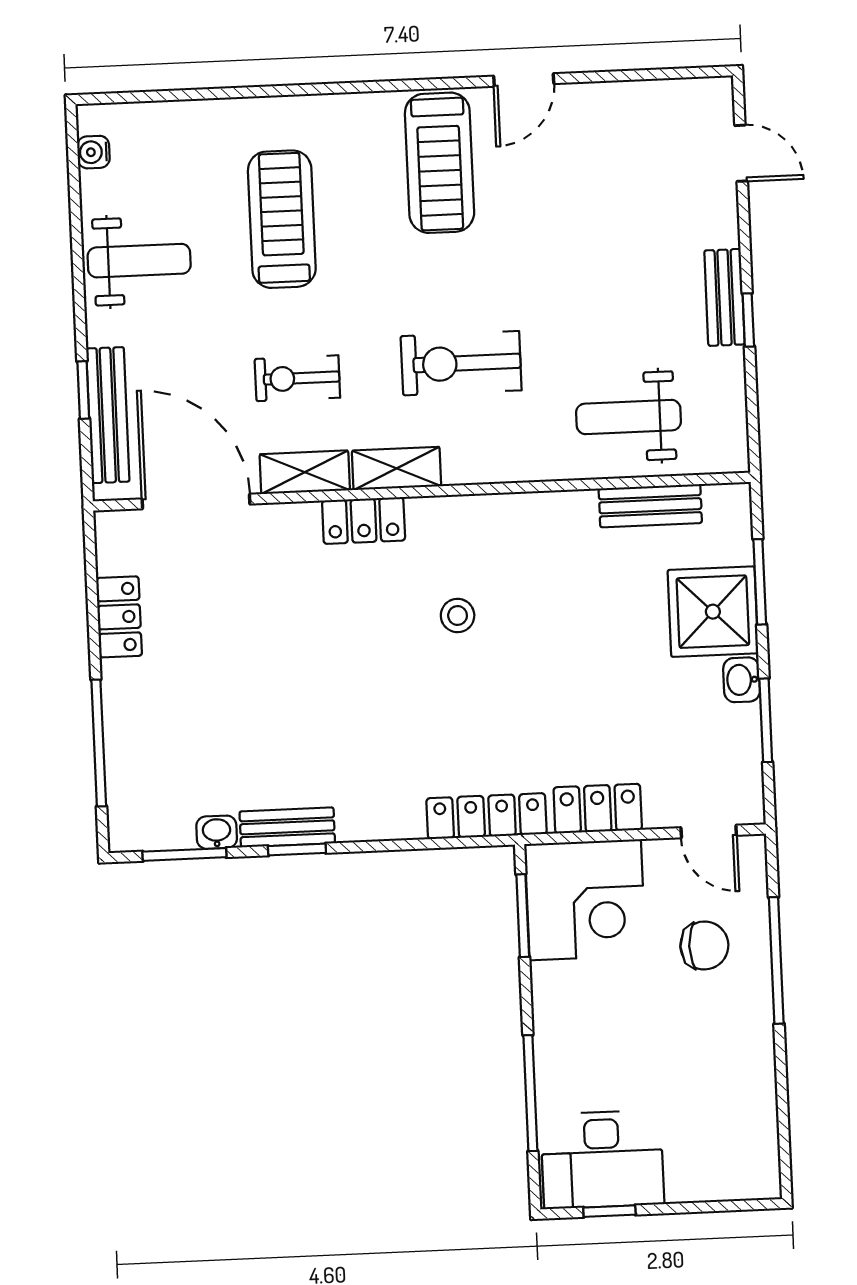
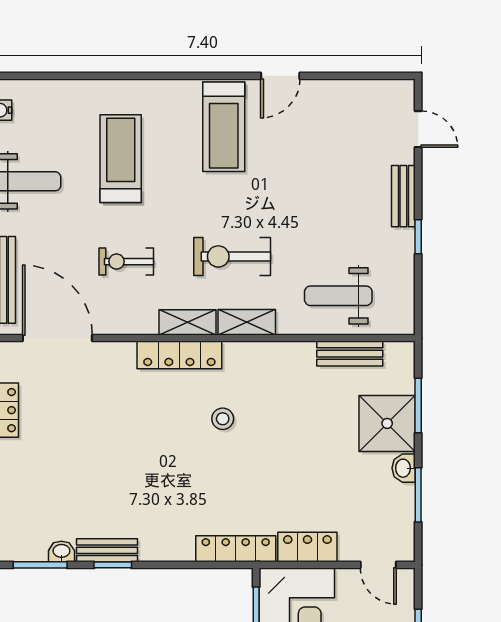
bench: (725, 297) -> (403, 196), moved
shelving: (305, 472) -> (247, 322), moved
locker: (364, 521) -> (179, 355), width x1.53

